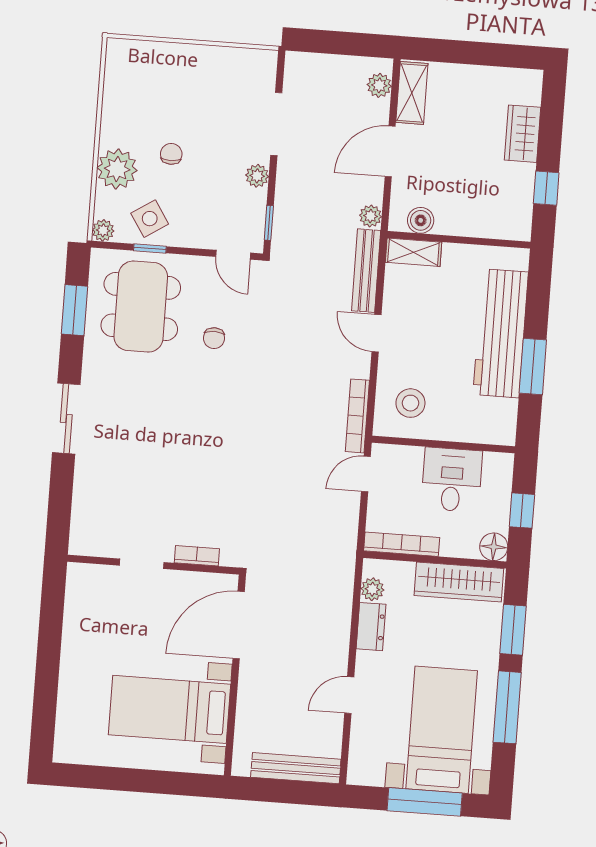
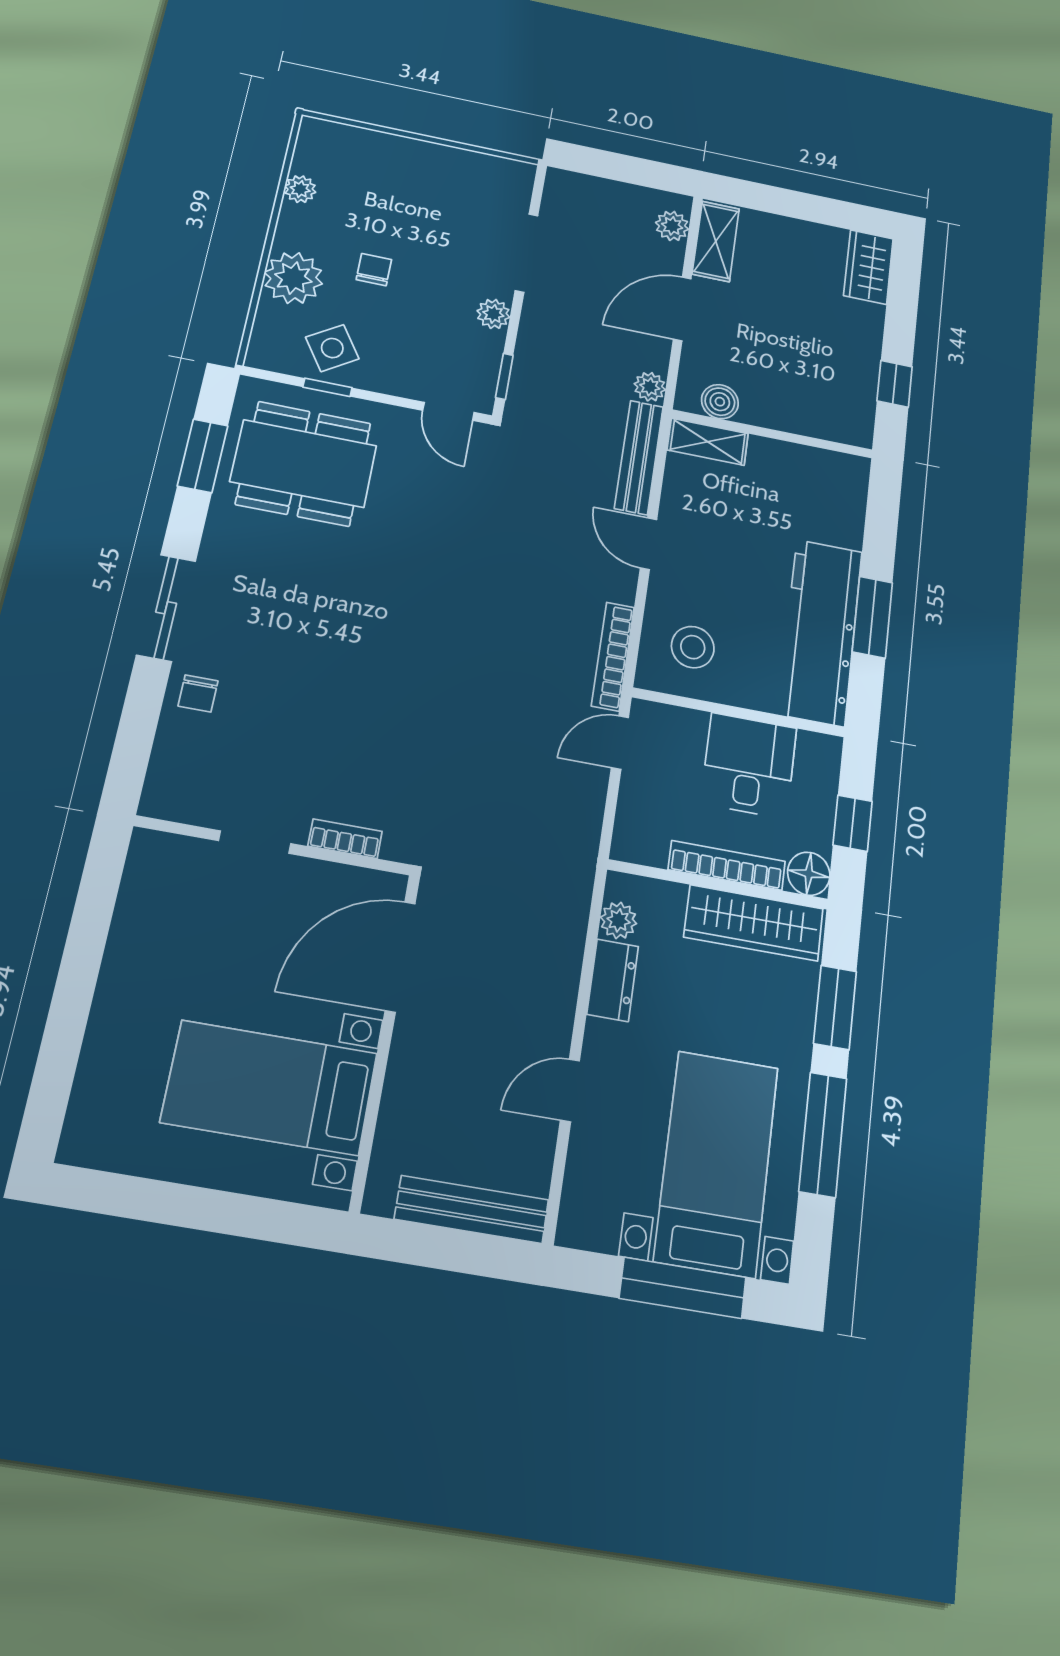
wardrobe: (523, 134) -> (868, 267), moved
plant: (103, 230) -> (300, 189), moved
dining table: (141, 307) -> (304, 464), turned 90
workbench: (501, 333) -> (820, 632), moved
chair: (214, 338) -> (198, 693), moved
bookcase: (402, 544) -> (727, 865), moved

